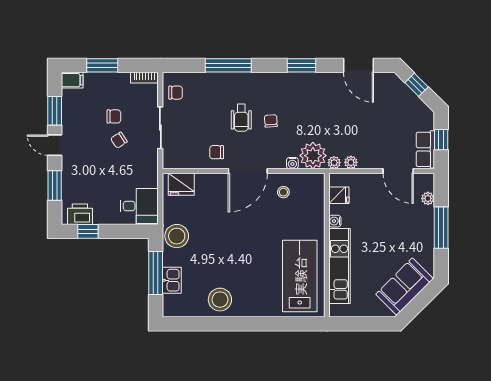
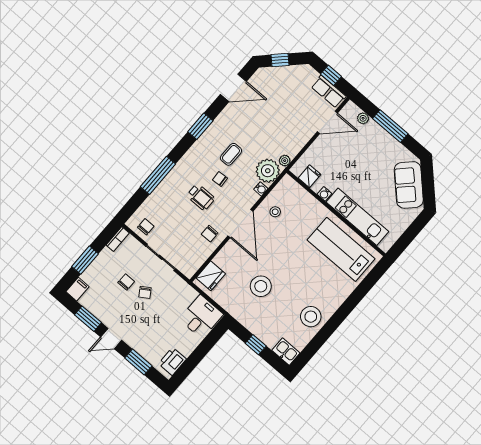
coffee table: (300, 112) -> (231, 154), added
plant: (351, 162) -> (294, 149), removed
window: (88, 231) -> (188, 366), removed
stool: (177, 236) -> (261, 286), moved
window: (156, 273) -> (256, 345), width x0.46
kitchen sink: (172, 280) -> (286, 352), moved

